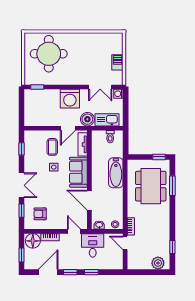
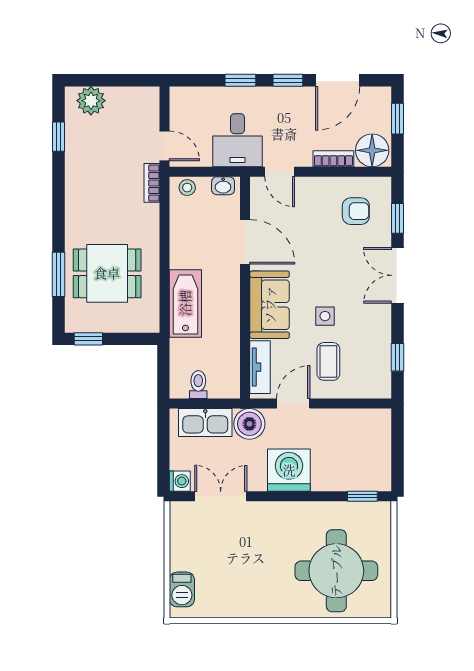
barbecue: (117, 62) -> (182, 589), moved
dining table: (151, 186) -> (107, 273), width x0.73

